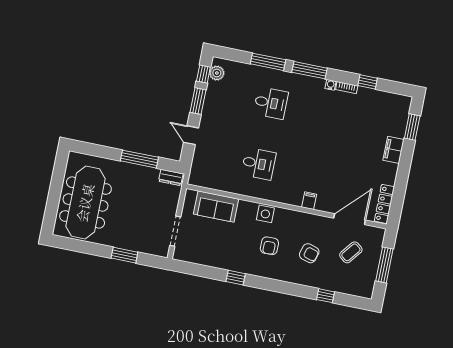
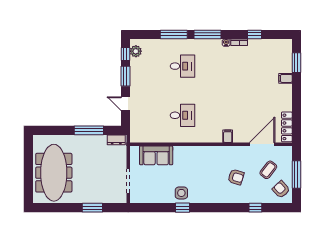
filing cabinet: (394, 150) -> (285, 78), width x0.50
side table: (265, 214) -> (181, 193), moved
armchair: (269, 246) -> (281, 189), moved, turned 137

